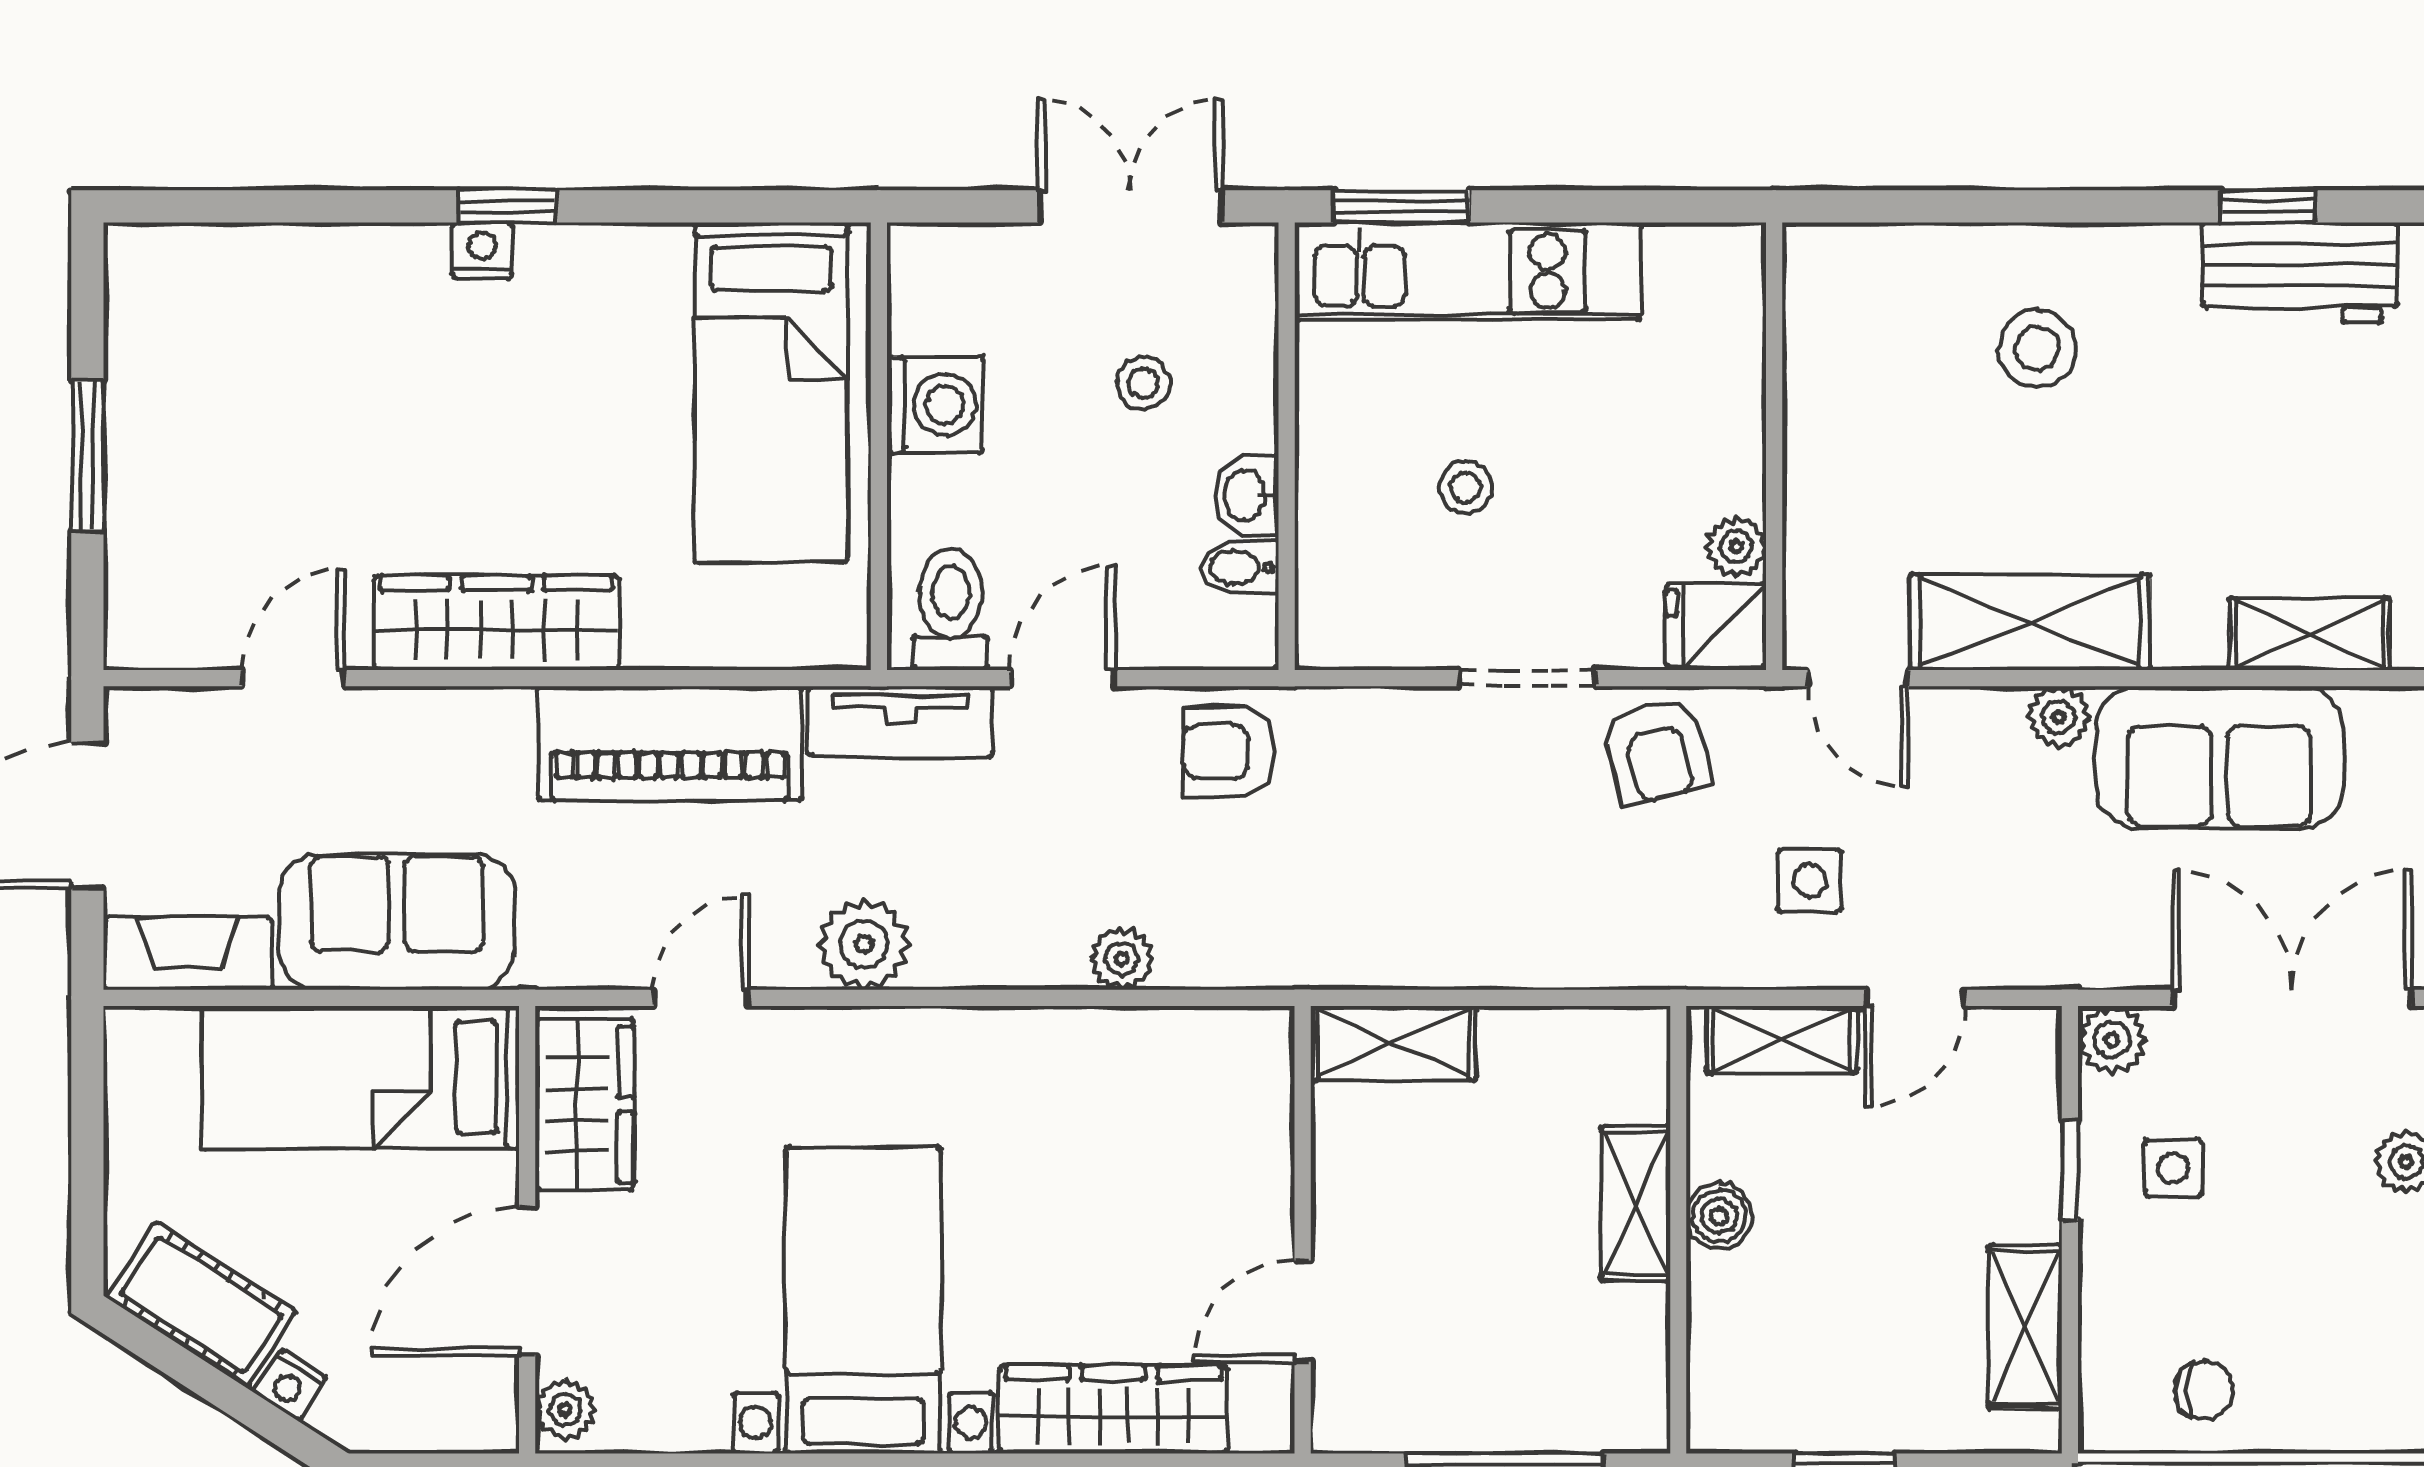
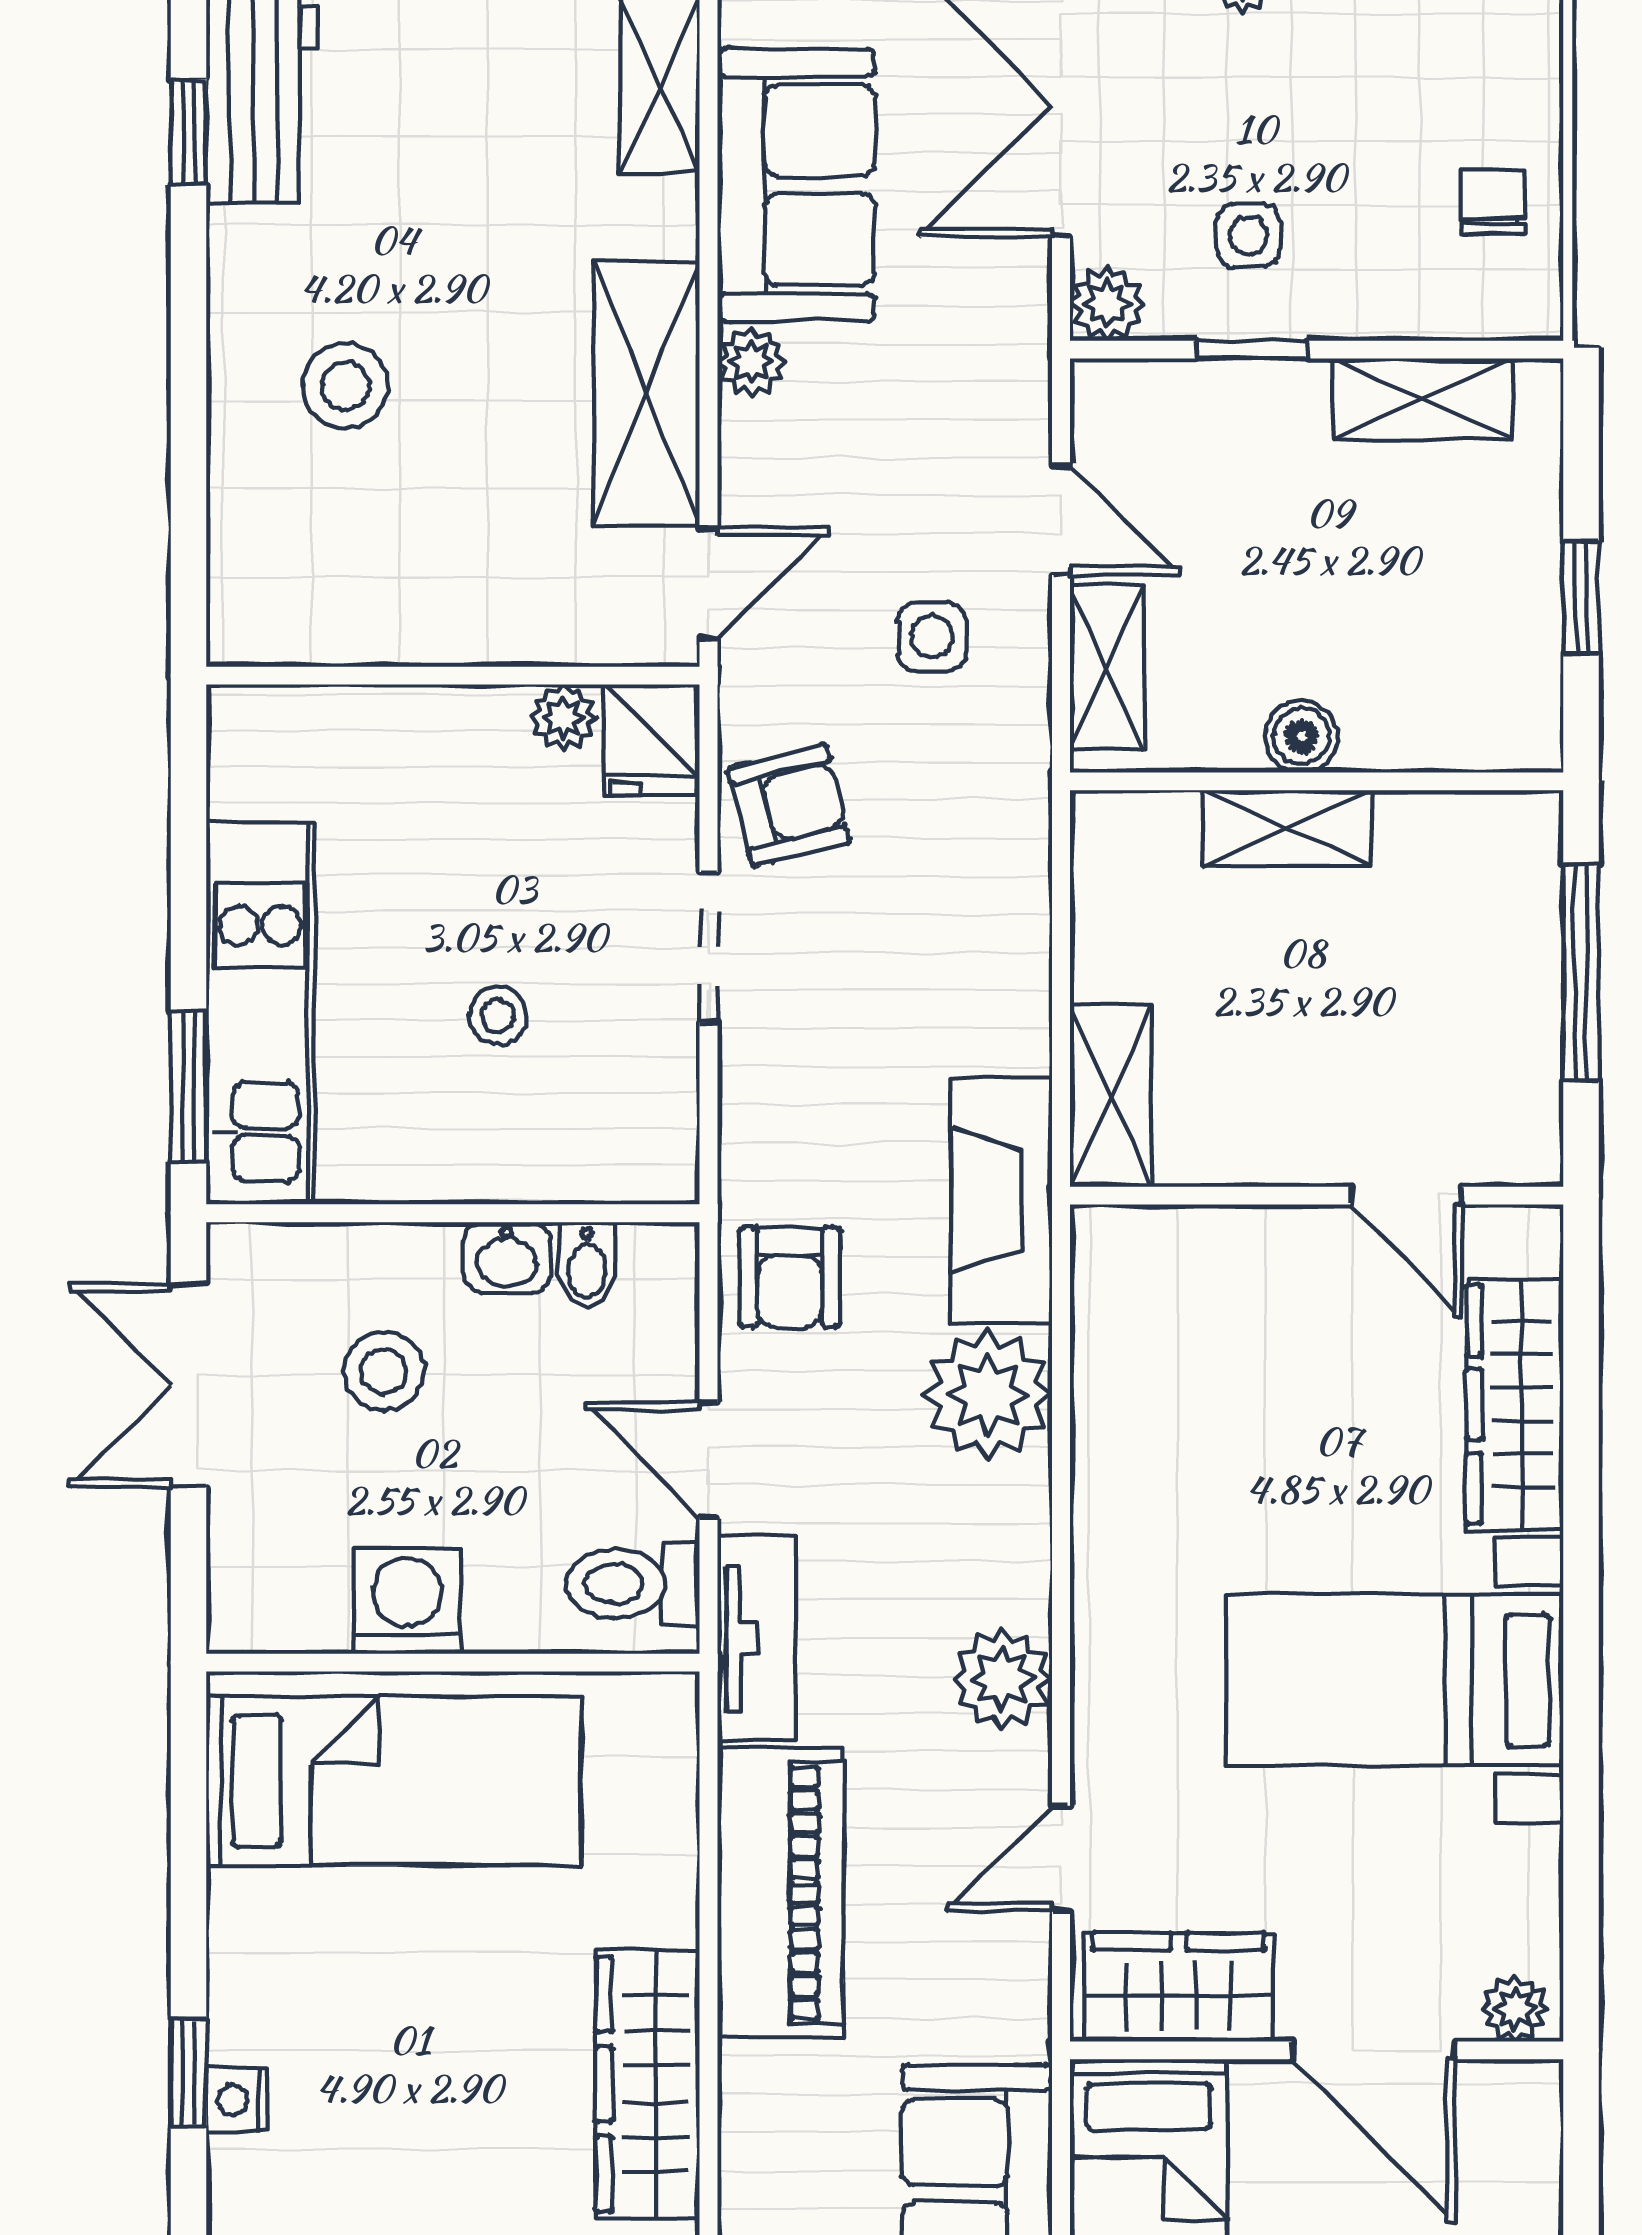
stool: (1143, 383) -> (384, 1371), width x1.37, depth x1.37
fireplace: (1298, 944) -> (1001, 1200), added
plant: (1122, 959) -> (988, 1395), width x1.88, depth x1.88
door: (701, 998) -> (1061, 1858), hinge flipped

